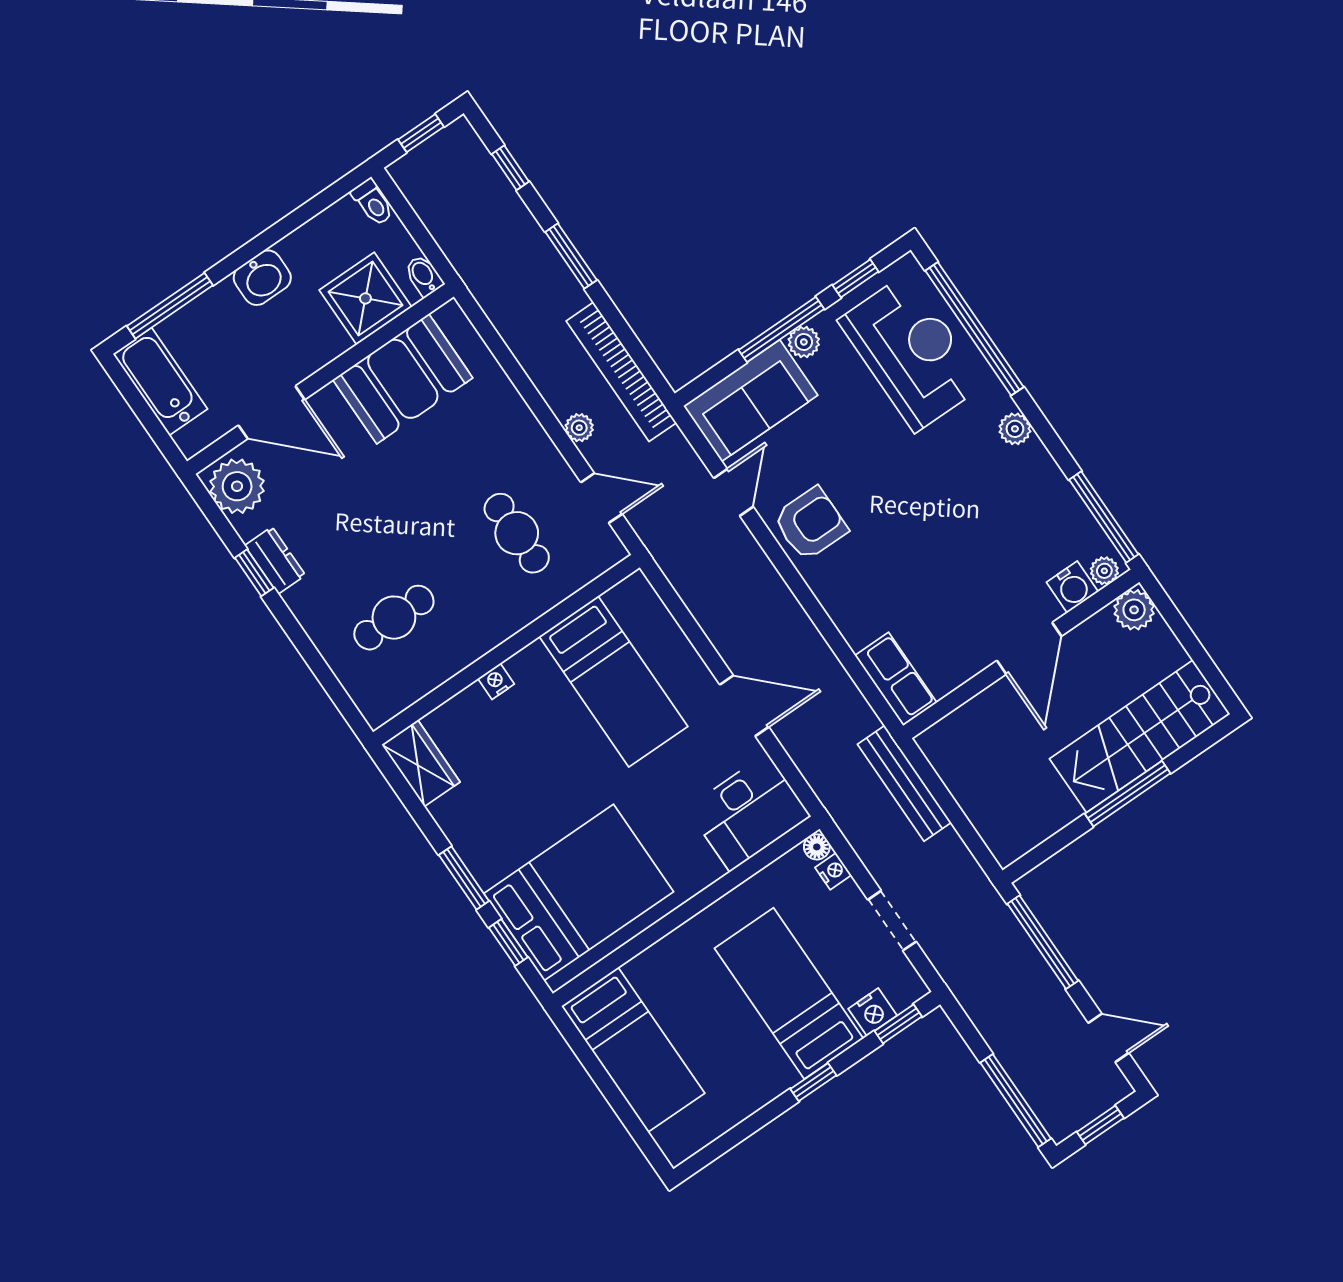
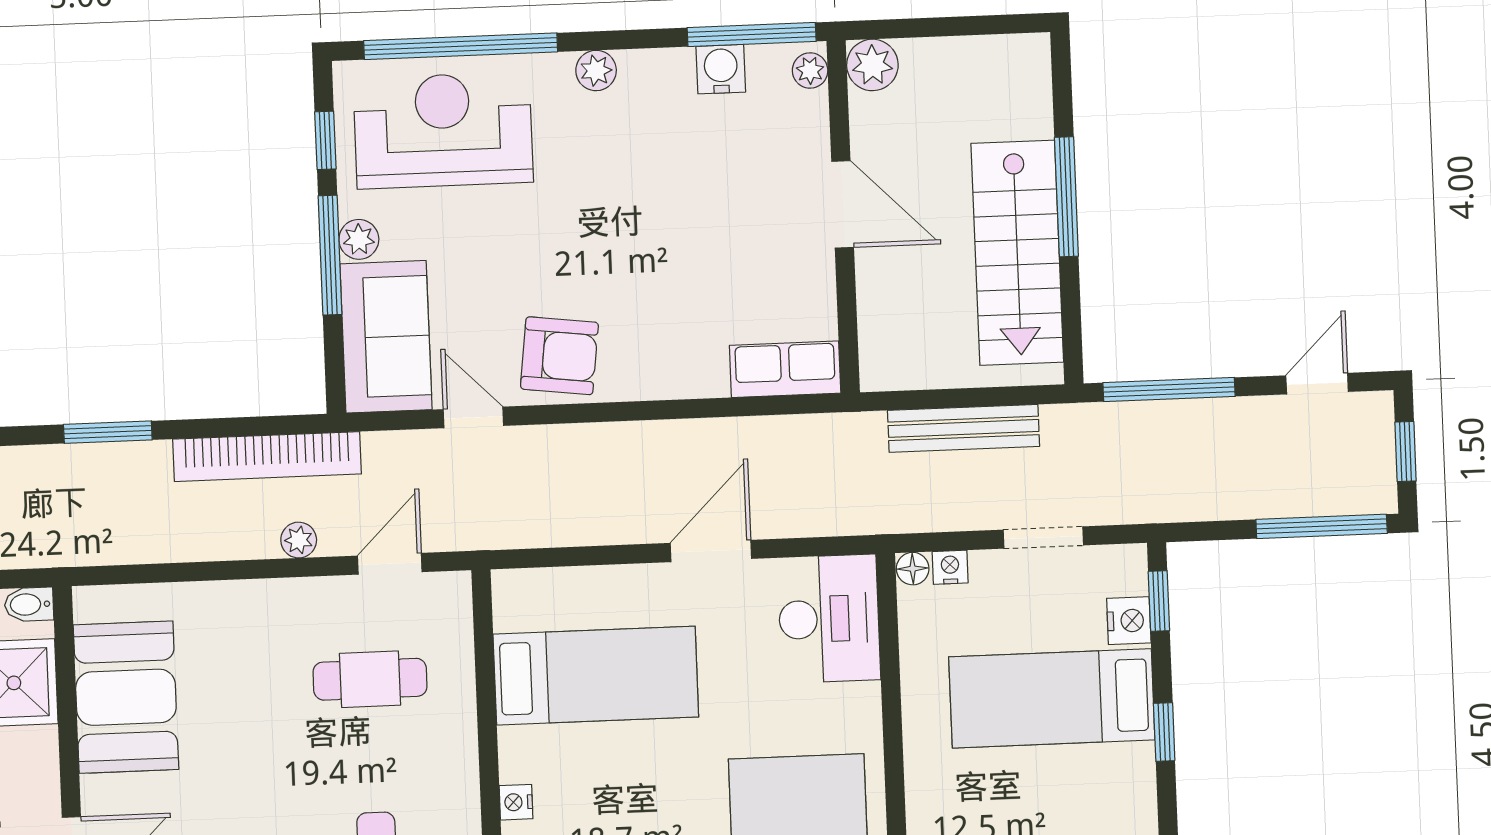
armchair: (810, 524) -> (559, 356), turned 97
water cooler: (1072, 587) -> (721, 69), moved, turned -90
stairs: (1140, 736) -> (1017, 253), moved
bench: (904, 783) -> (964, 428), moved

